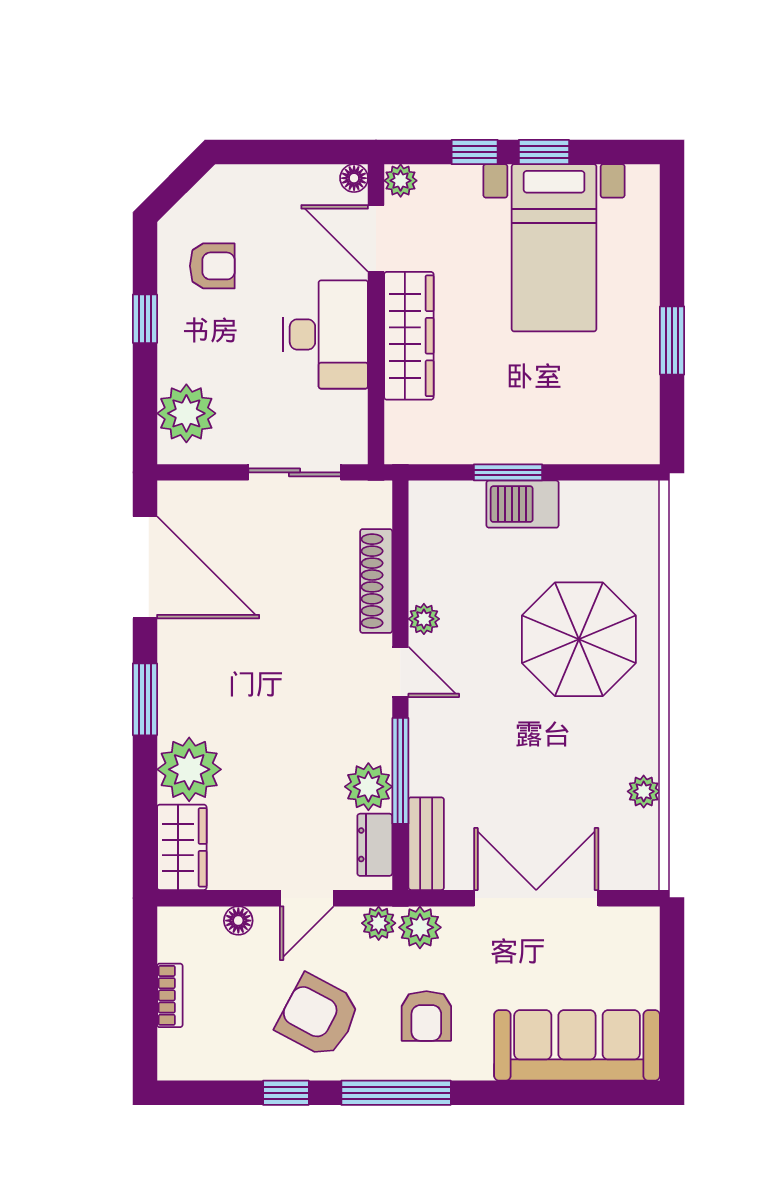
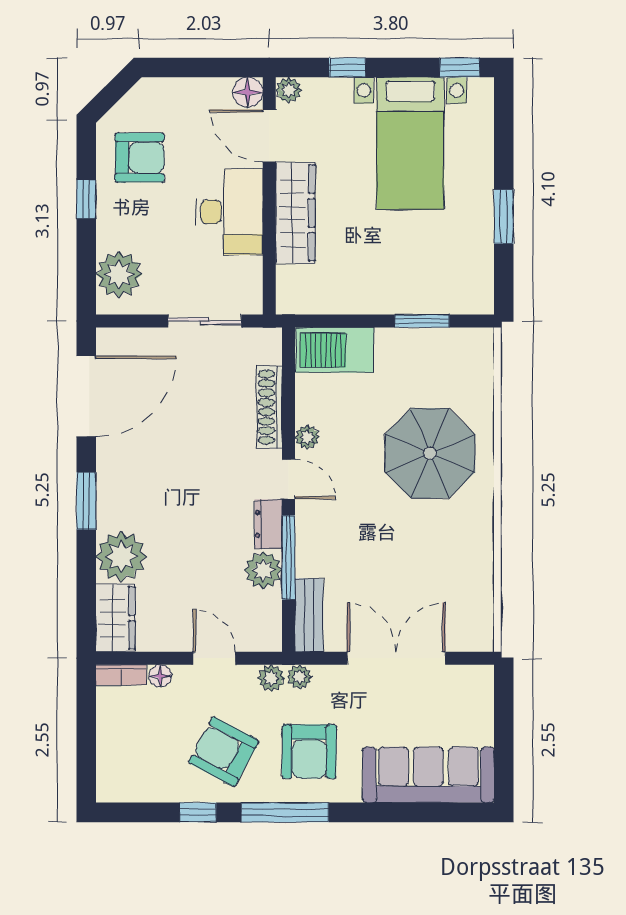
window: (544, 152) -> (460, 67), moved
floor lamp: (354, 178) -> (248, 92), width x1.37, depth x1.37
armchair: (212, 266) -> (140, 158), width x1.38, depth x1.38
window: (508, 472) -> (422, 321), moved
barbecue: (523, 504) -> (335, 350), moved, width x1.37, depth x1.21
door: (145, 567) -> (86, 396), hinge flipped
plant: (644, 791) -> (481, 574), removed
dresser: (375, 845) -> (268, 524), moved
door: (307, 898) -> (214, 658), swing flipped
plant: (420, 927) -> (300, 677), width x0.73, depth x0.73
bookcase: (170, 995) -> (121, 675), moved, turned 90
armchair: (426, 1016) -> (309, 752), width x1.38, depth x1.38

